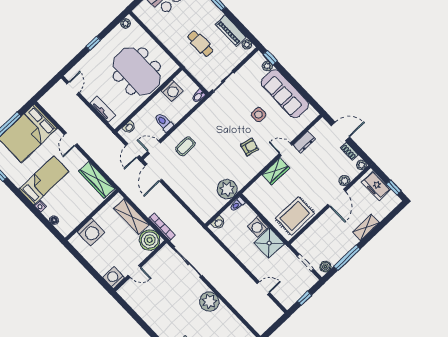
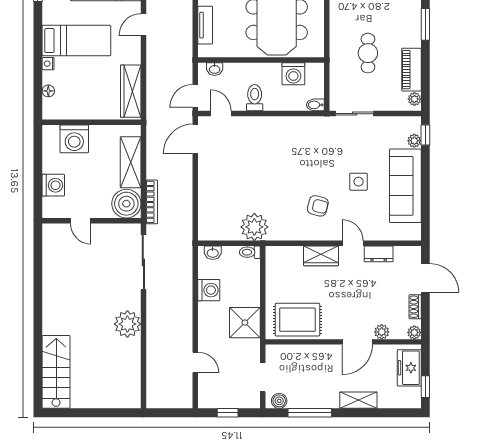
coffee table: (185, 146) -> (253, 143), removed
washing machine: (258, 227) -> (209, 290), moved, turned 180
washing machine: (114, 278) -> (53, 185), moved, turned 90

